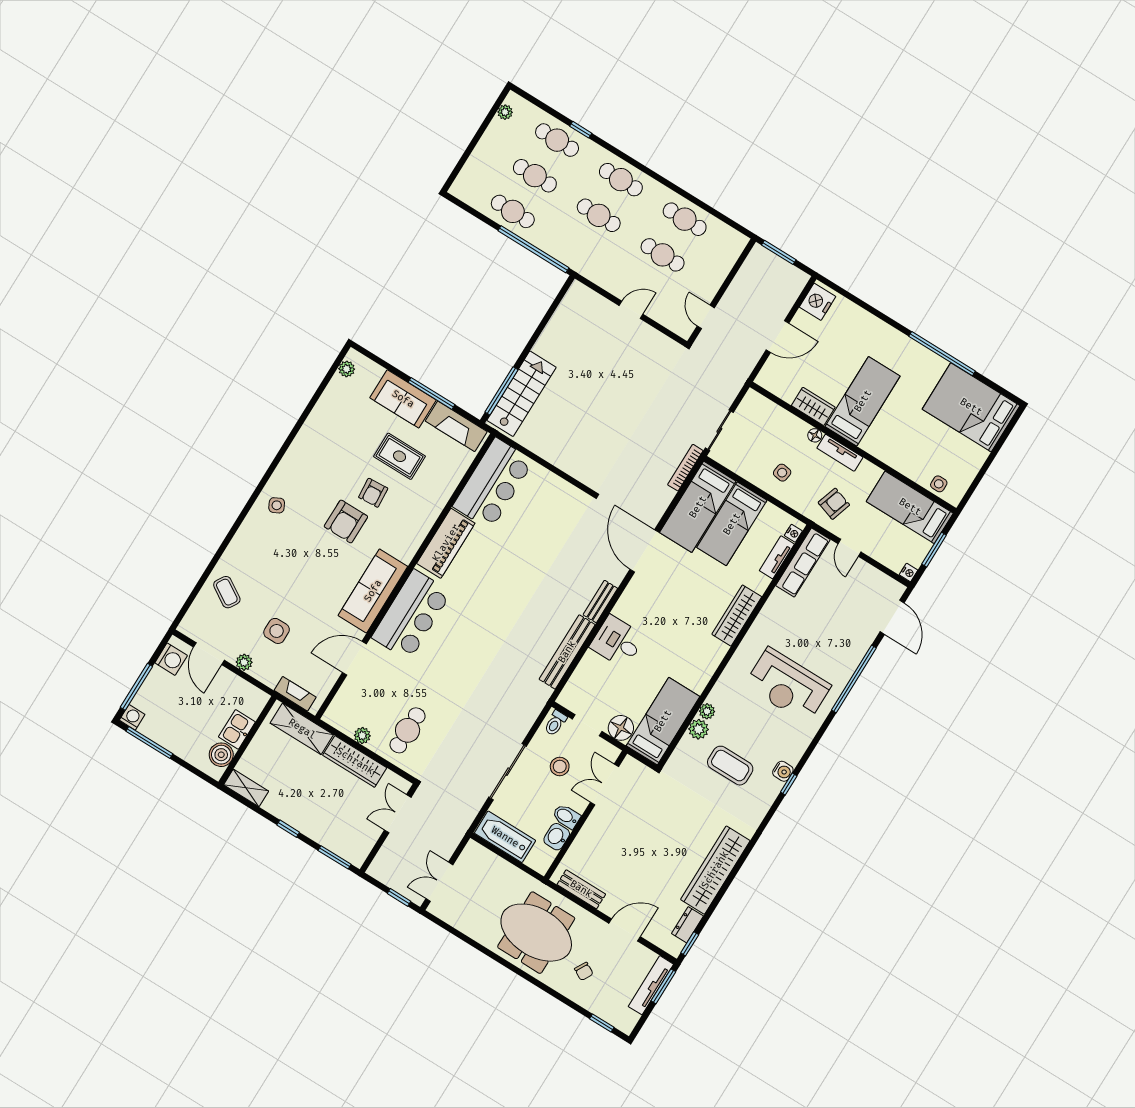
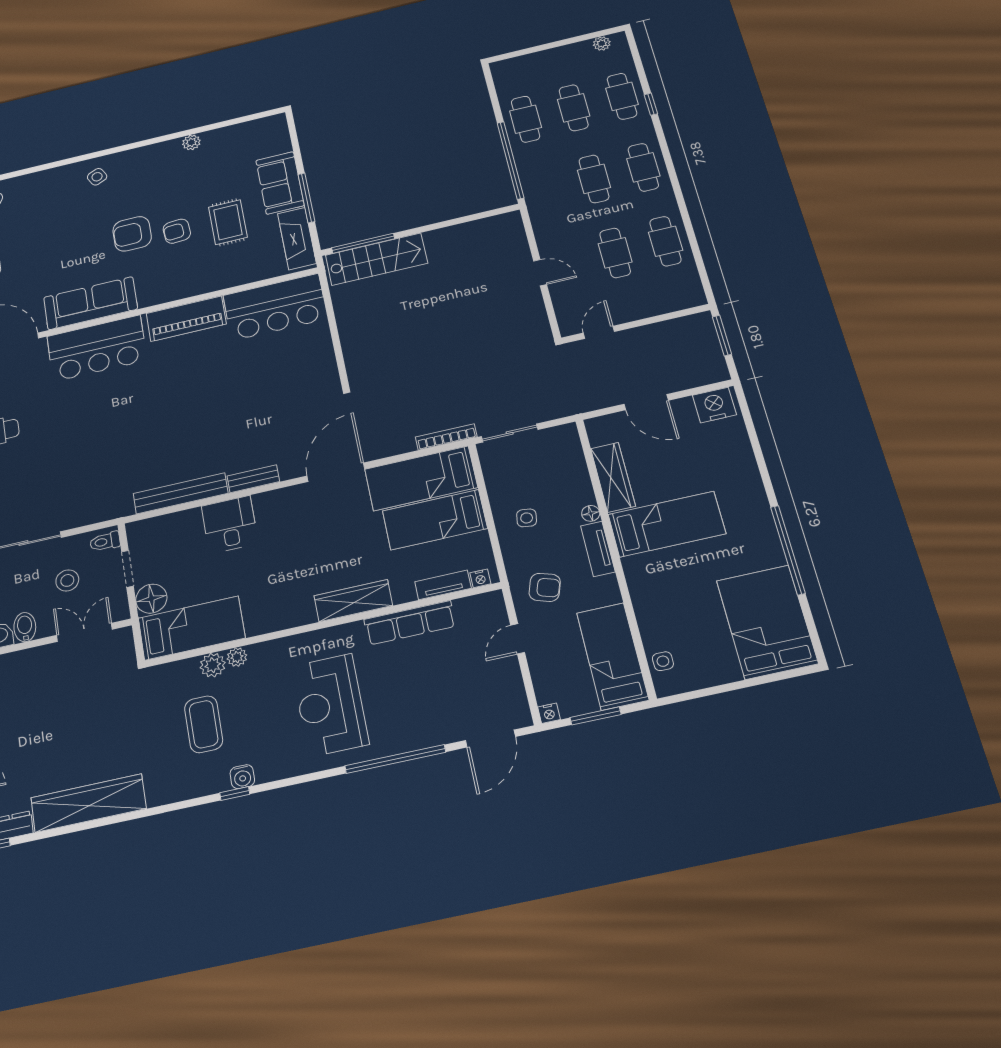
plant: (347, 369) -> (191, 142), moved
wardrobe: (813, 406) -> (613, 477), width x1.50
row of seats: (803, 563) -> (410, 623), moved

